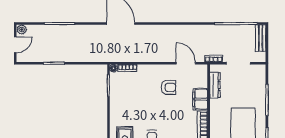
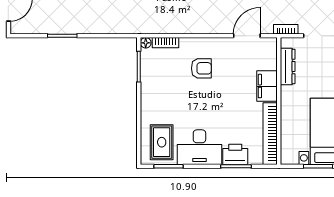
door: (186, 63) -> (247, 36), hinge flipped
armchair: (168, 87) -> (201, 68), moved

